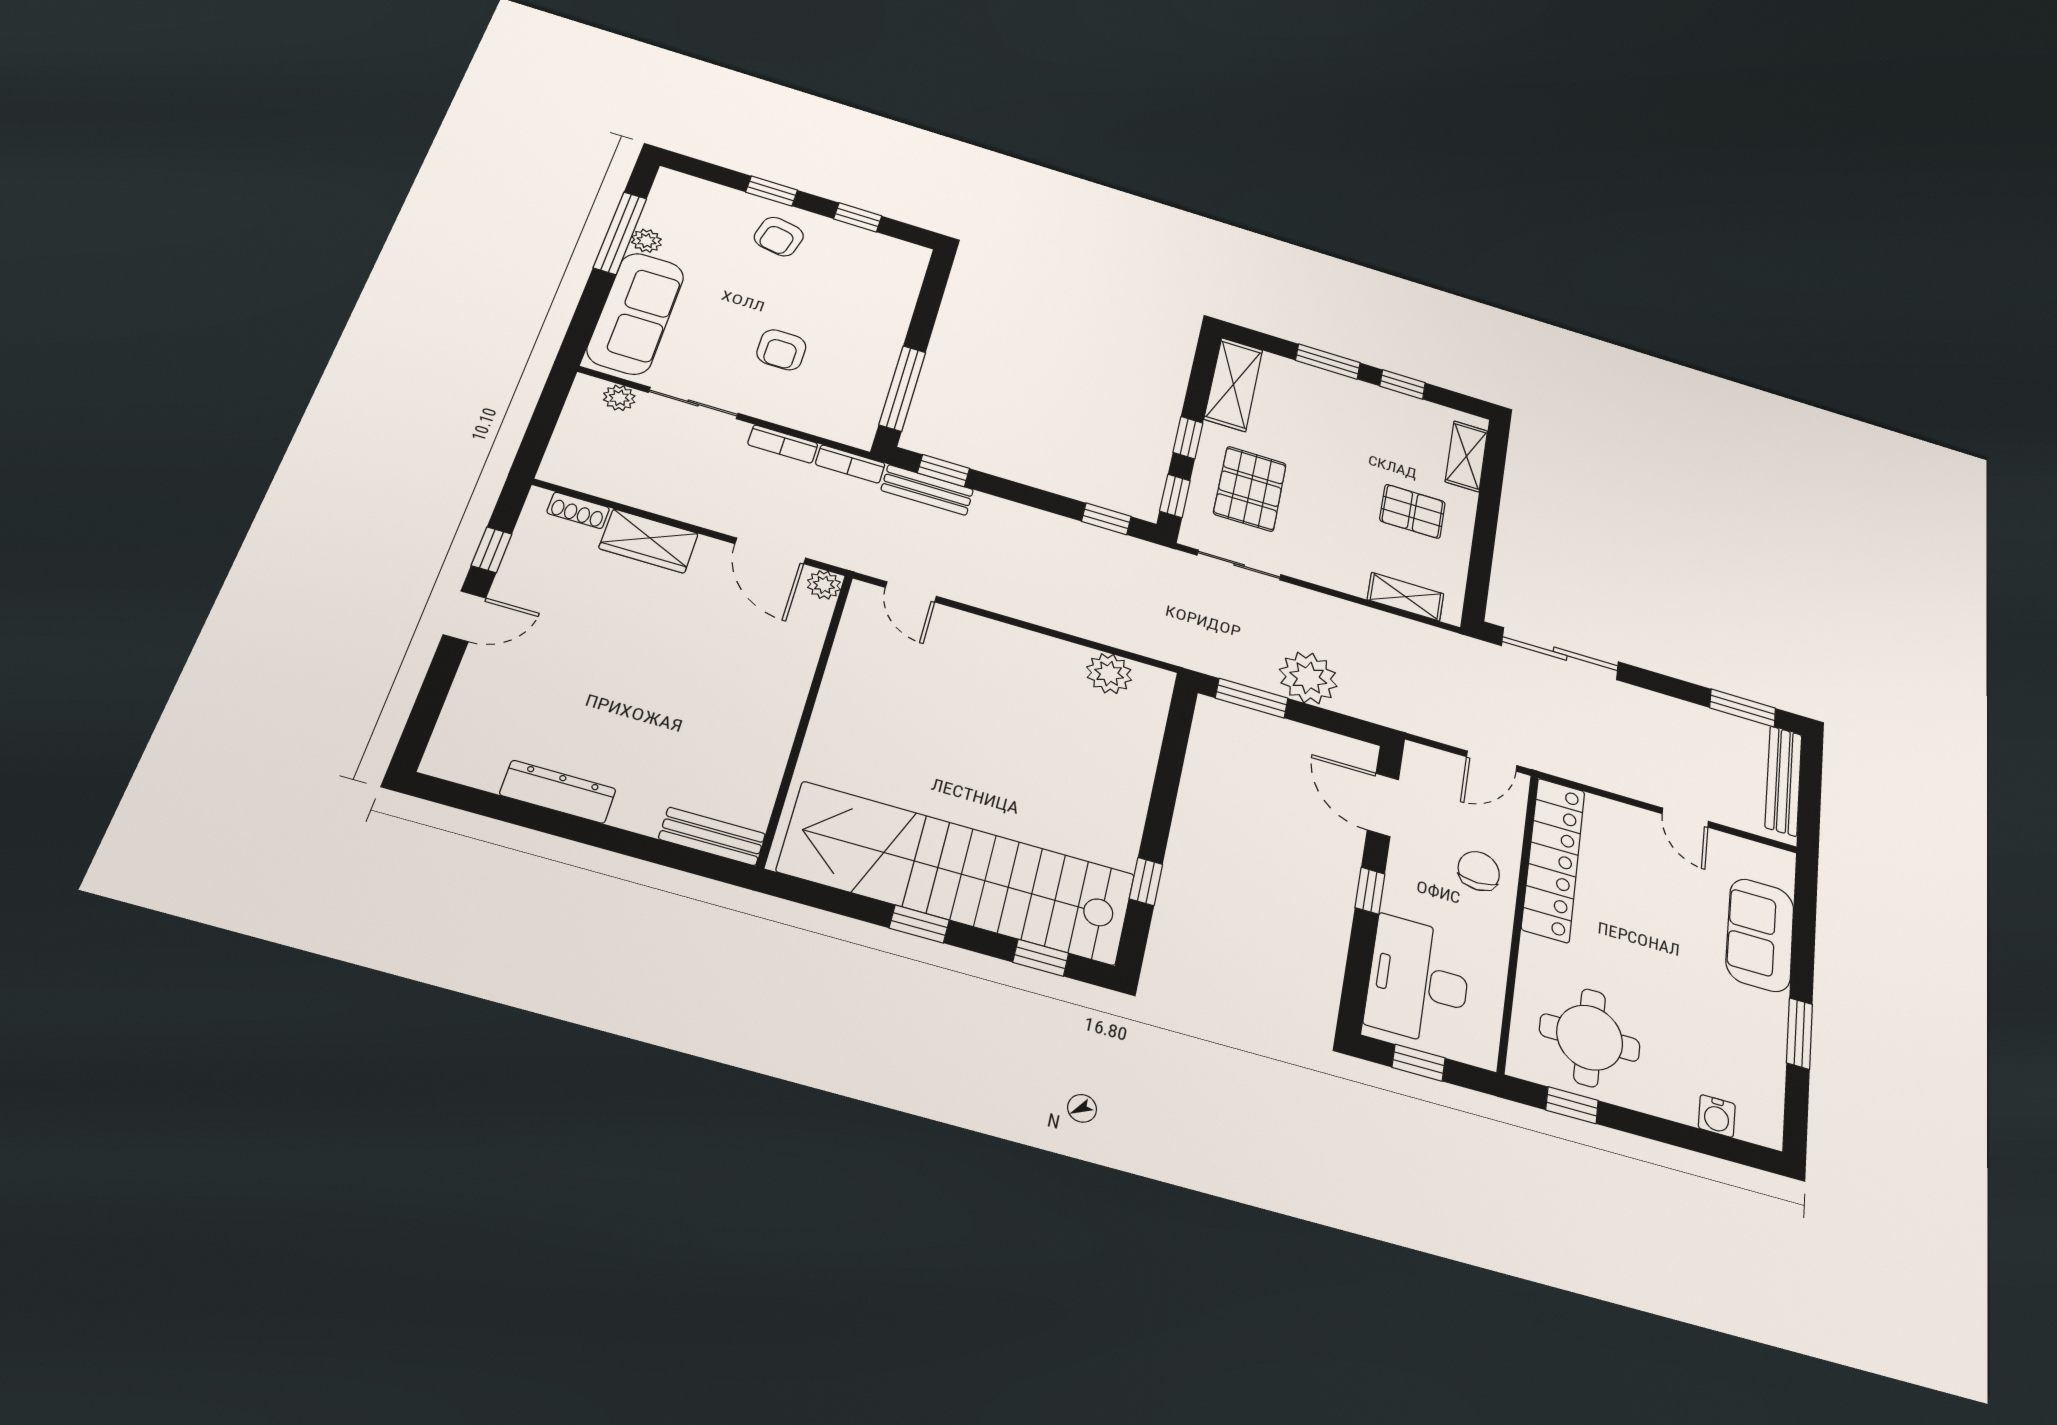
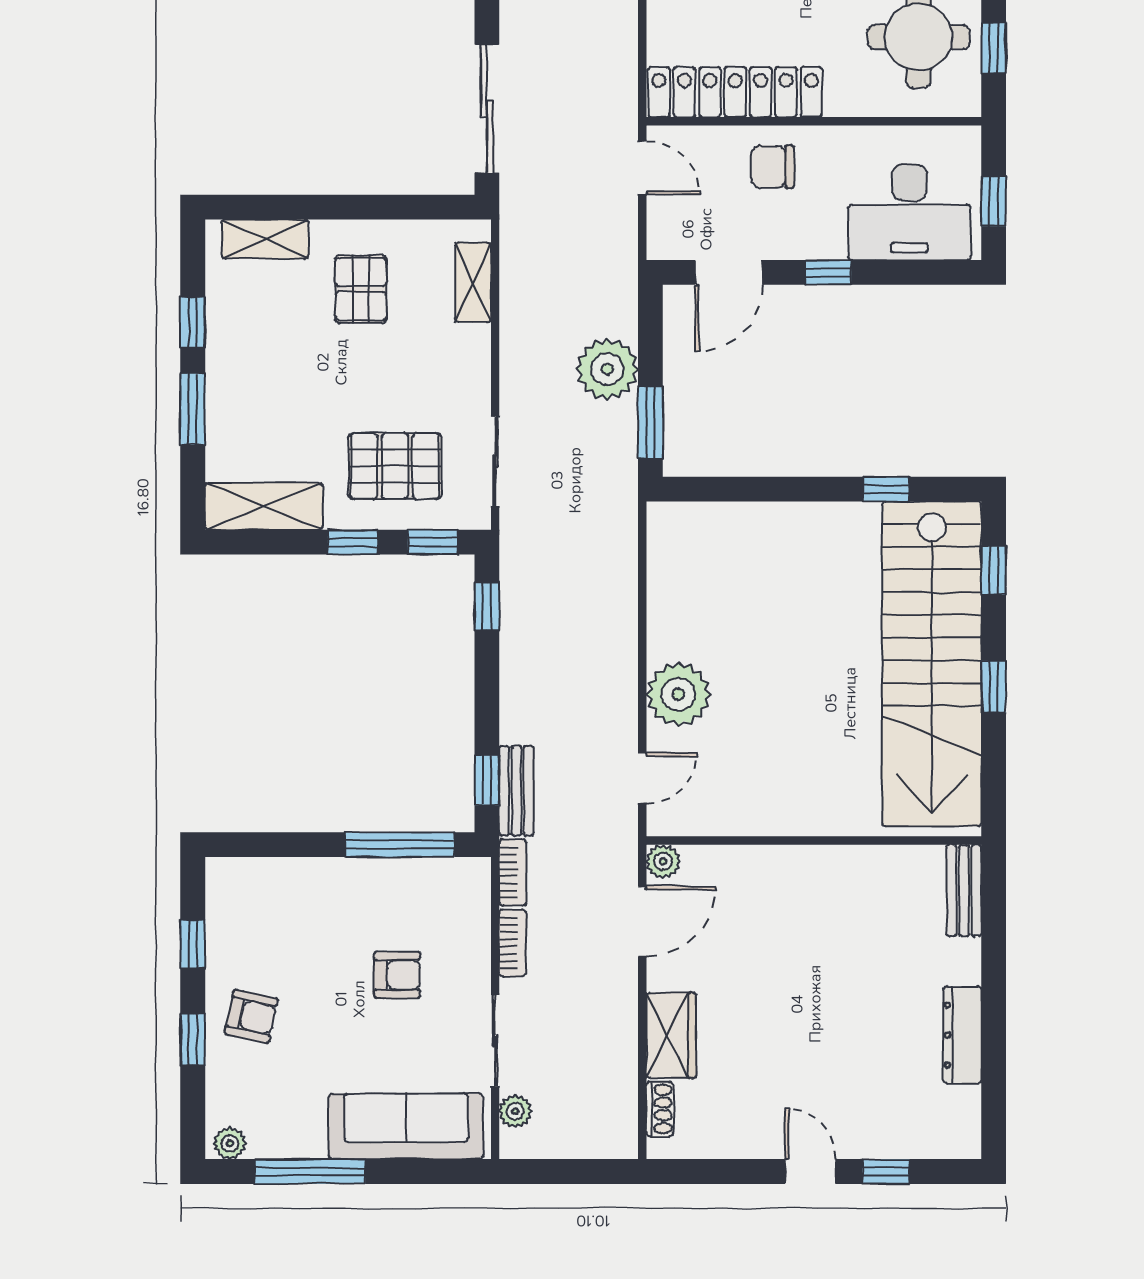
plant: (646, 241) -> (230, 1143), moved
window: (492, 550) -> (886, 1172), moved
plant: (1109, 674) -> (678, 694), moved, width x1.36, depth x1.36

